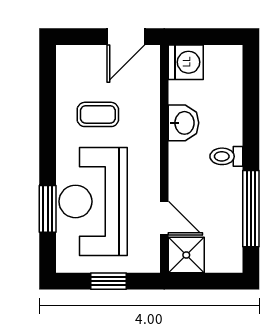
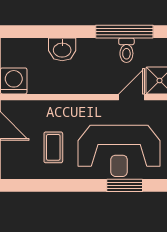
washbasin: (184, 123) -> (62, 49), moved, turned 180
toilet: (226, 156) -> (126, 50), moved

